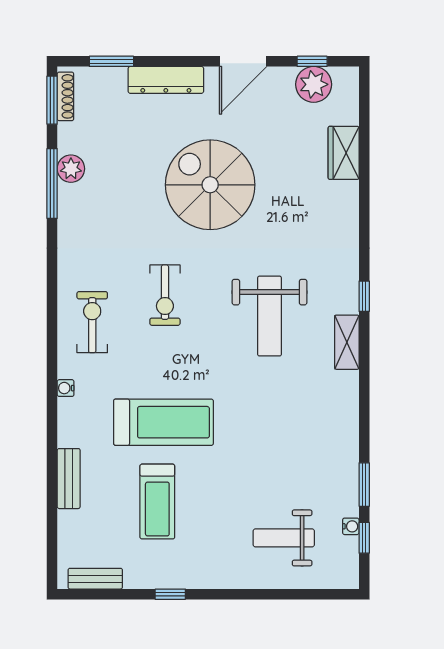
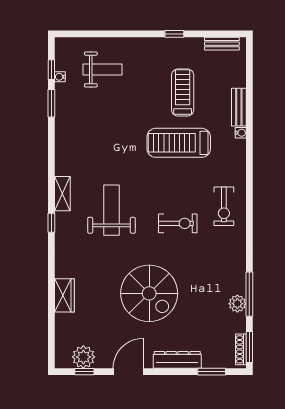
wardrobe: (344, 153) -> (64, 295), moved
exercise bike: (165, 295) -> (178, 223), turned 90
water cooler: (66, 388) -> (241, 133), moved

